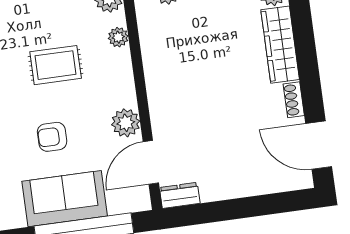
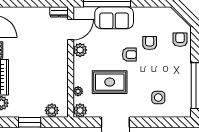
rug: (56, 65) -> (110, 82), width x1.36, depth x1.43
armchair: (52, 137) -> (129, 55), moved

